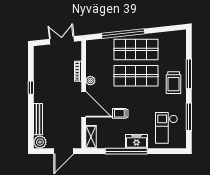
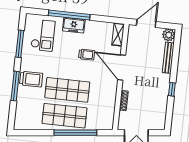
plant: (90, 81) -> (113, 90), removed
trolley: (174, 83) -> (31, 79), turned 90
window: (126, 151) -> (69, 15), moved

